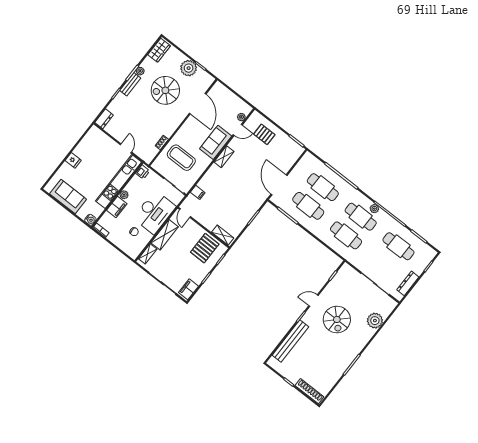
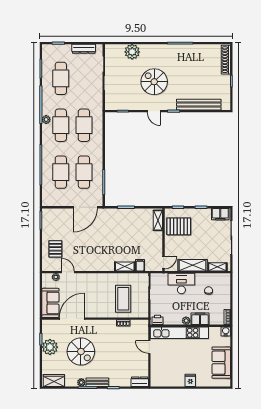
sofa: (216, 142) -> (50, 303), moved, turned -90
door: (126, 148) -> (149, 347), hinge flipped
shelving: (224, 157) -> (125, 266), moved
desk: (154, 212) -> (181, 283), width x0.73, depth x0.77
spiral stairs: (337, 319) -> (154, 82), turned -90

